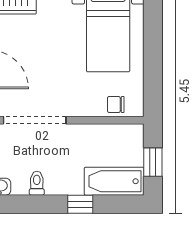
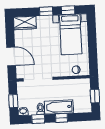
bathtub: (114, 181) -> (59, 107), moved
window: (31, 204) -> (38, 119), added

